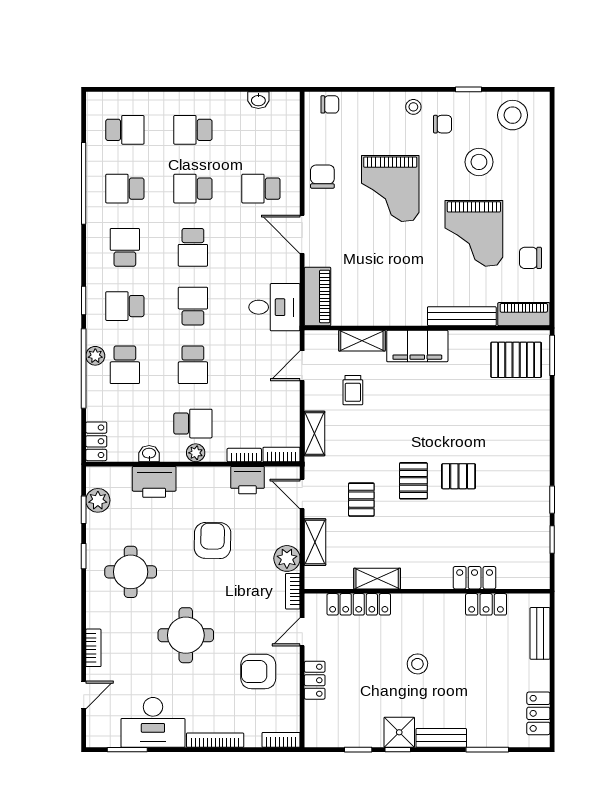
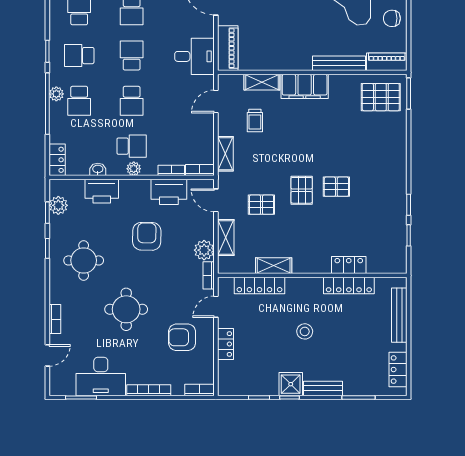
printer: (247, 480) -> (169, 192), width x1.37, depth x1.19
pallet: (361, 500) -> (261, 205), turned 90
locker: (486, 604) -> (349, 286), width x1.53
bench: (540, 633) -> (399, 315), width x1.36

